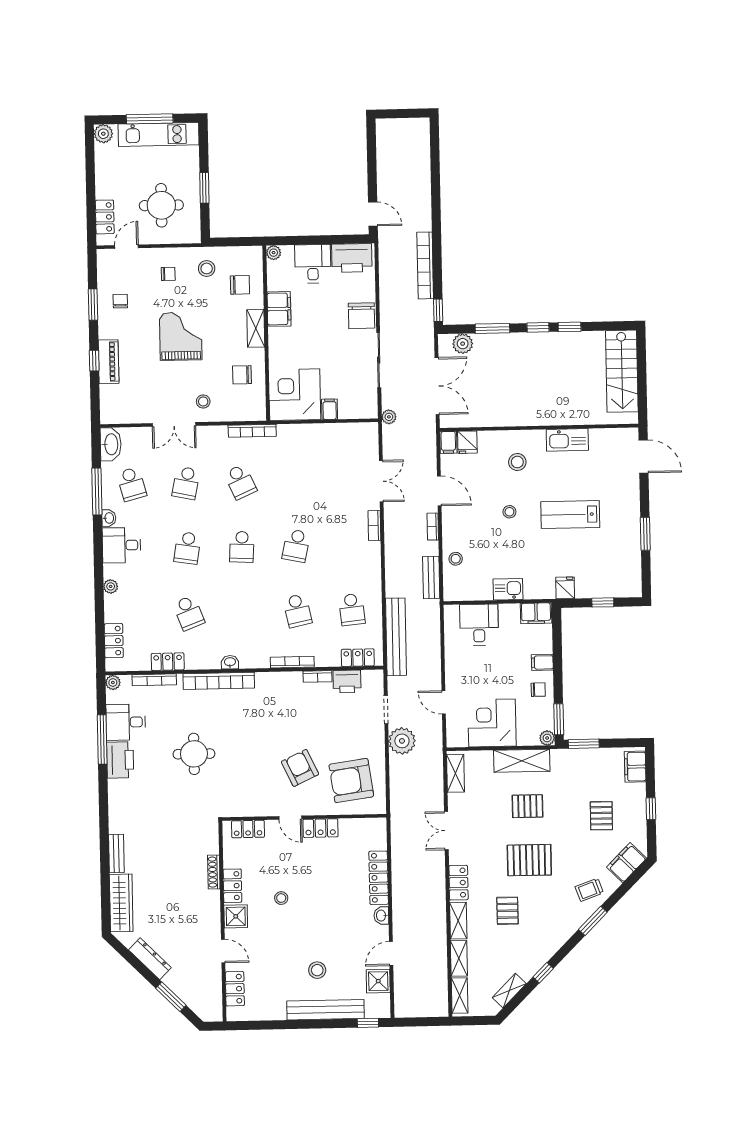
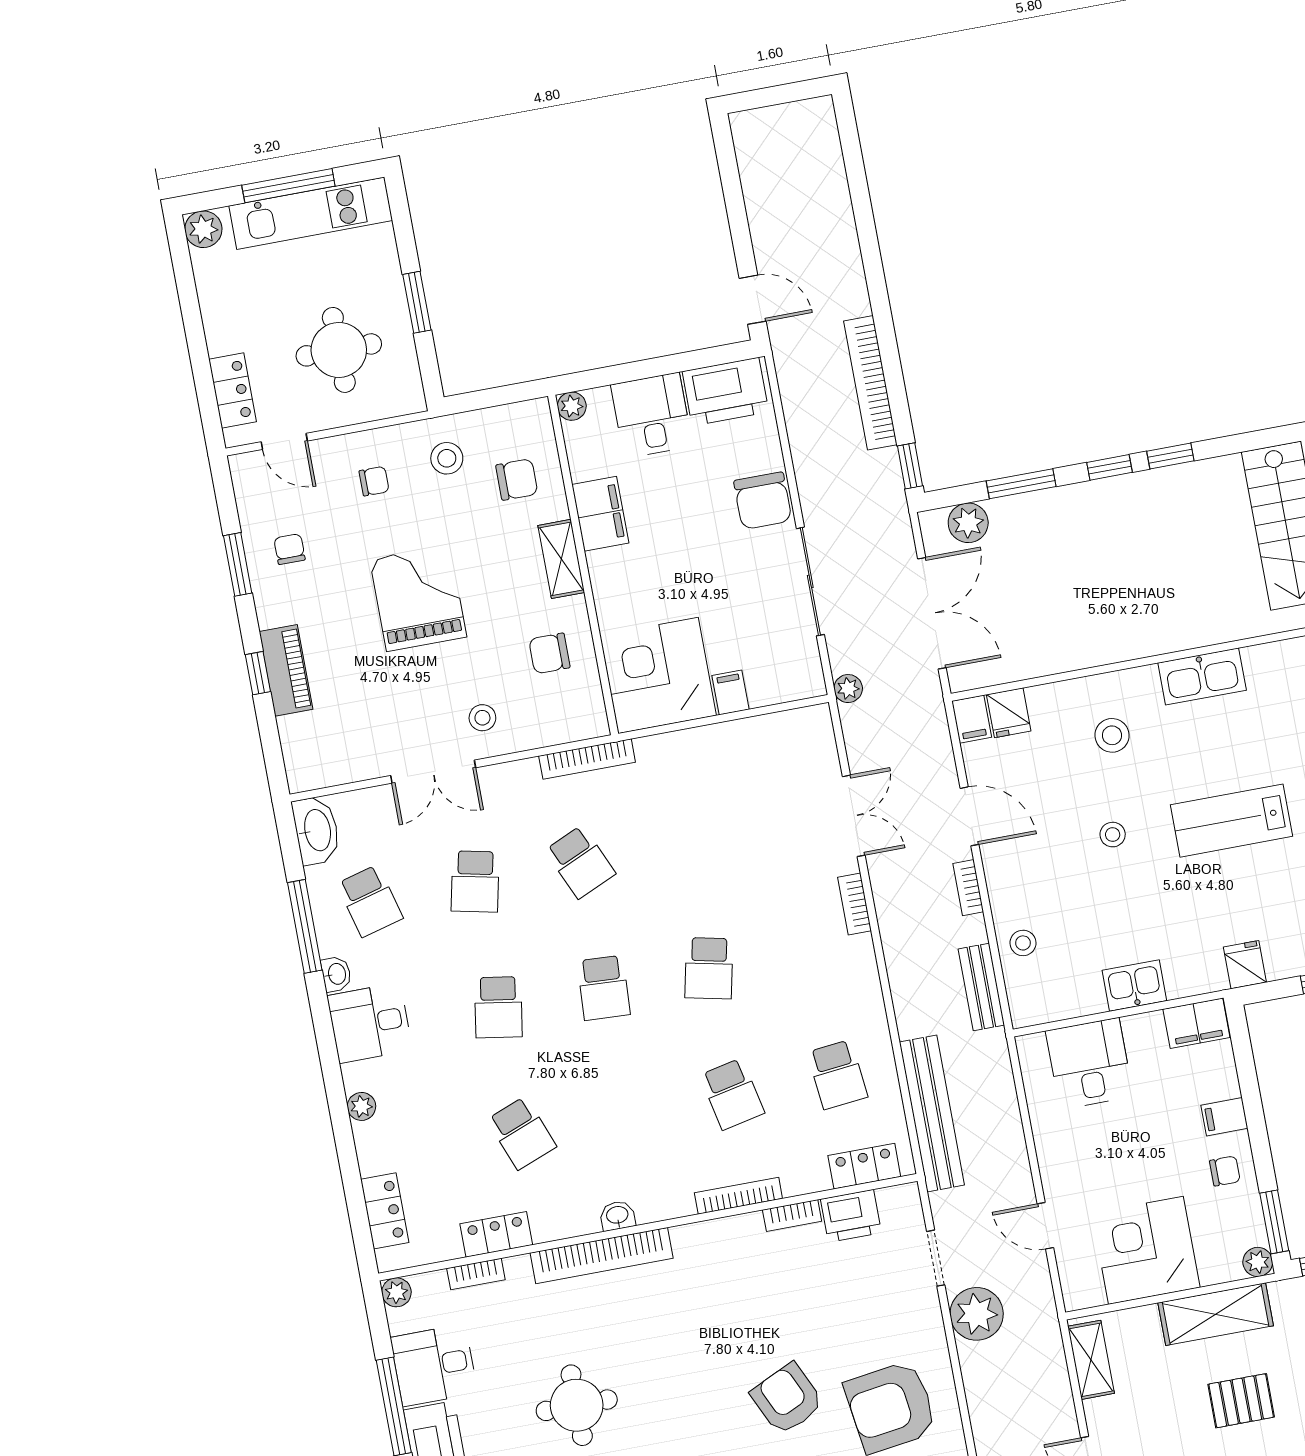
door: (126, 247) -> (284, 441), swing flipped
bookcase: (154, 680) -> (476, 1274), width x0.64

